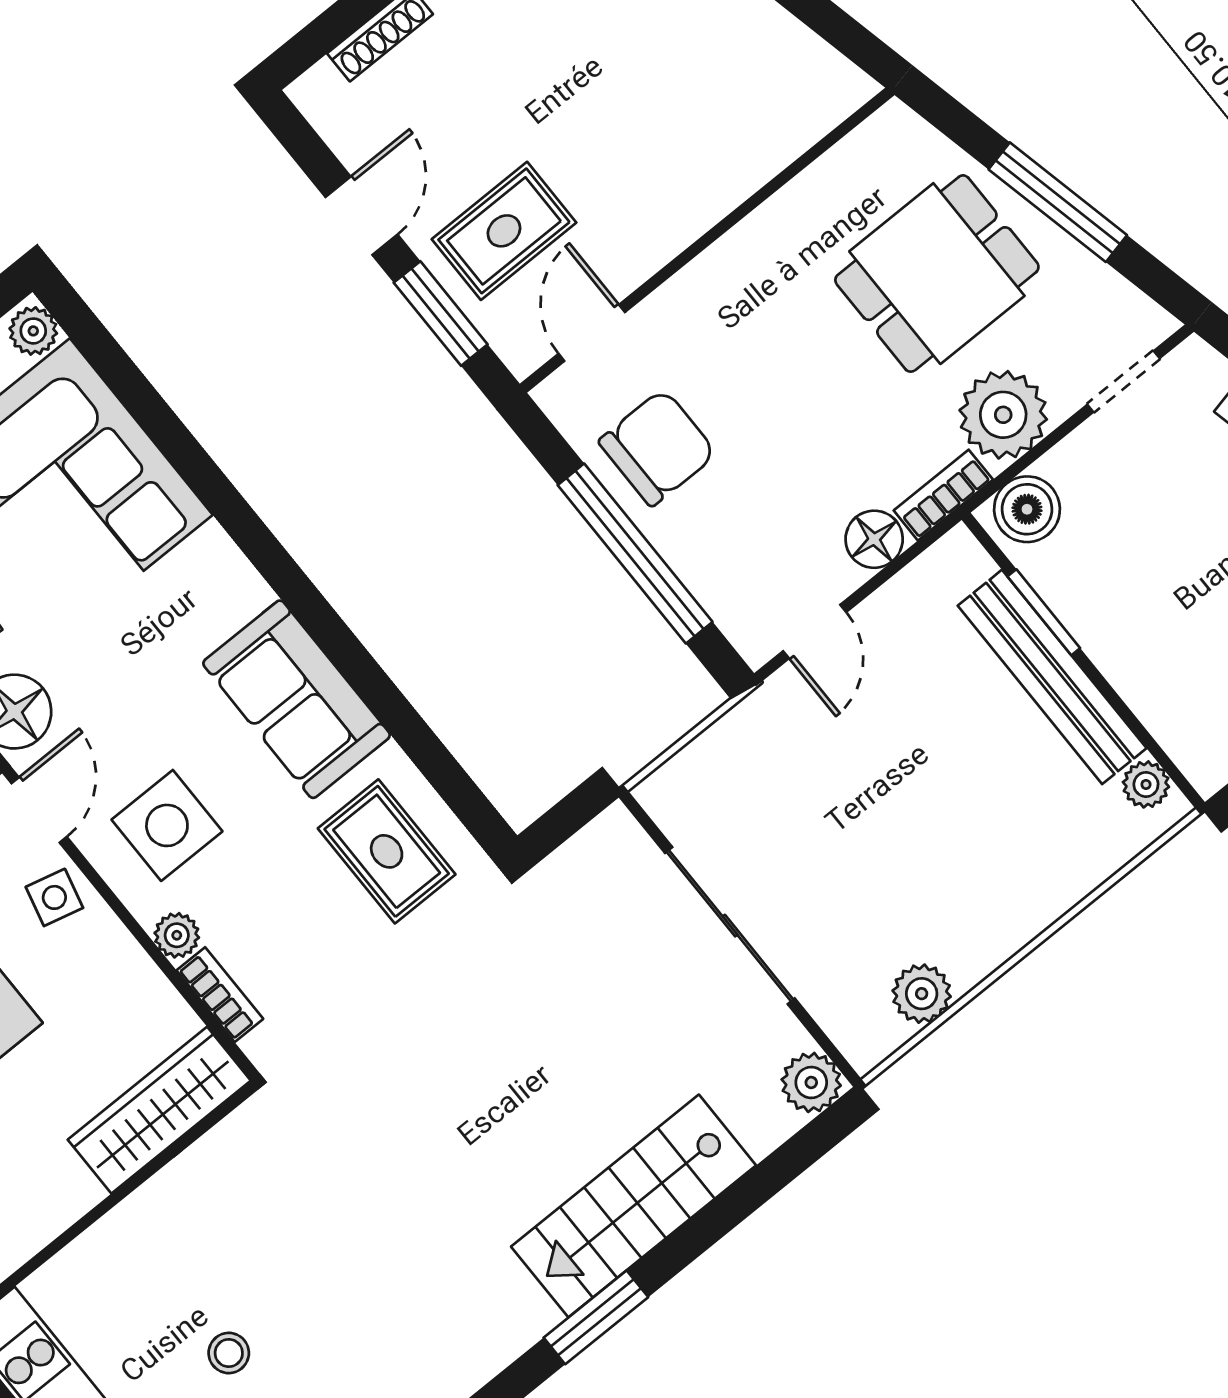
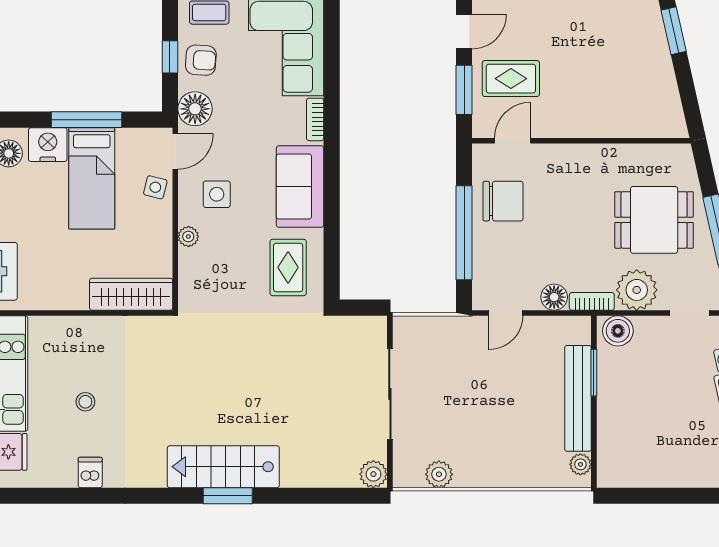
side table: (167, 825) -> (217, 194), width x0.73, depth x0.73
bookcase: (220, 995) -> (315, 119), moved, turned 180
stairs: (634, 1206) -> (223, 467), moved

